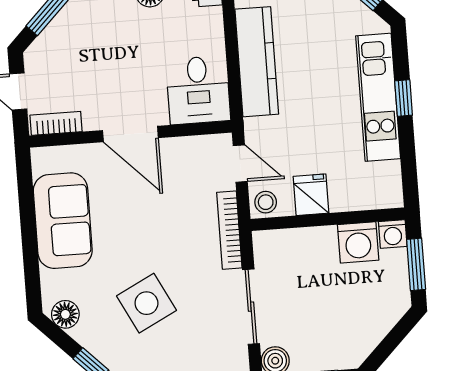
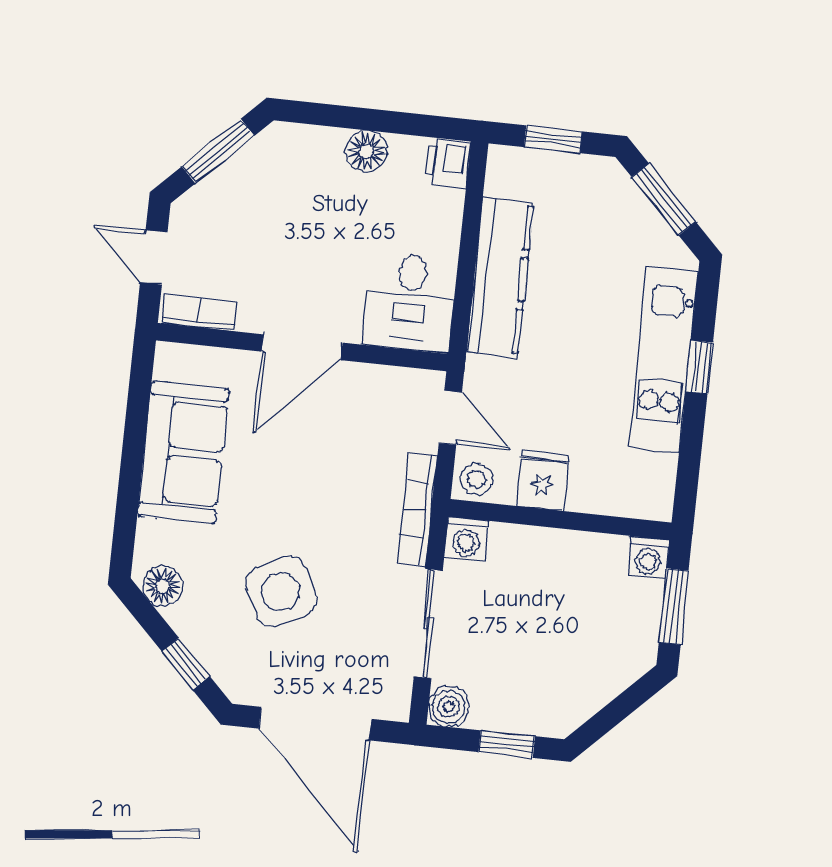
door: (130, 134) -> (302, 347), hinge flipped
washing machine: (358, 242) -> (466, 539), moved, width x0.73, depth x0.73

